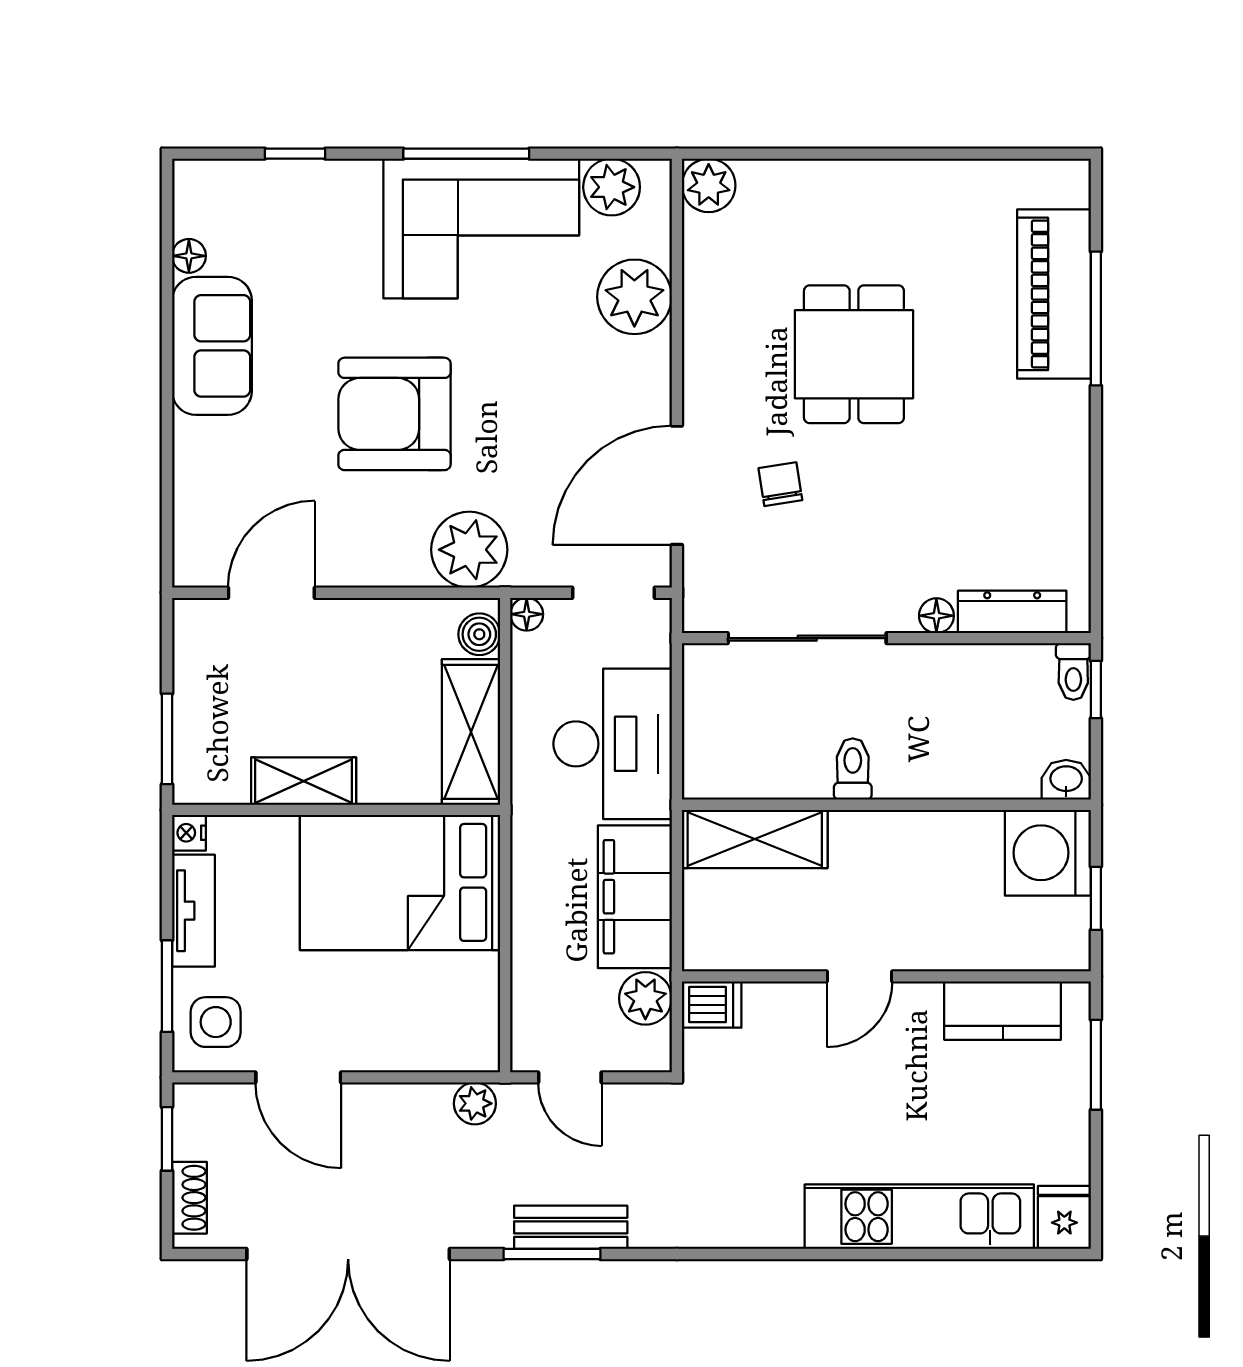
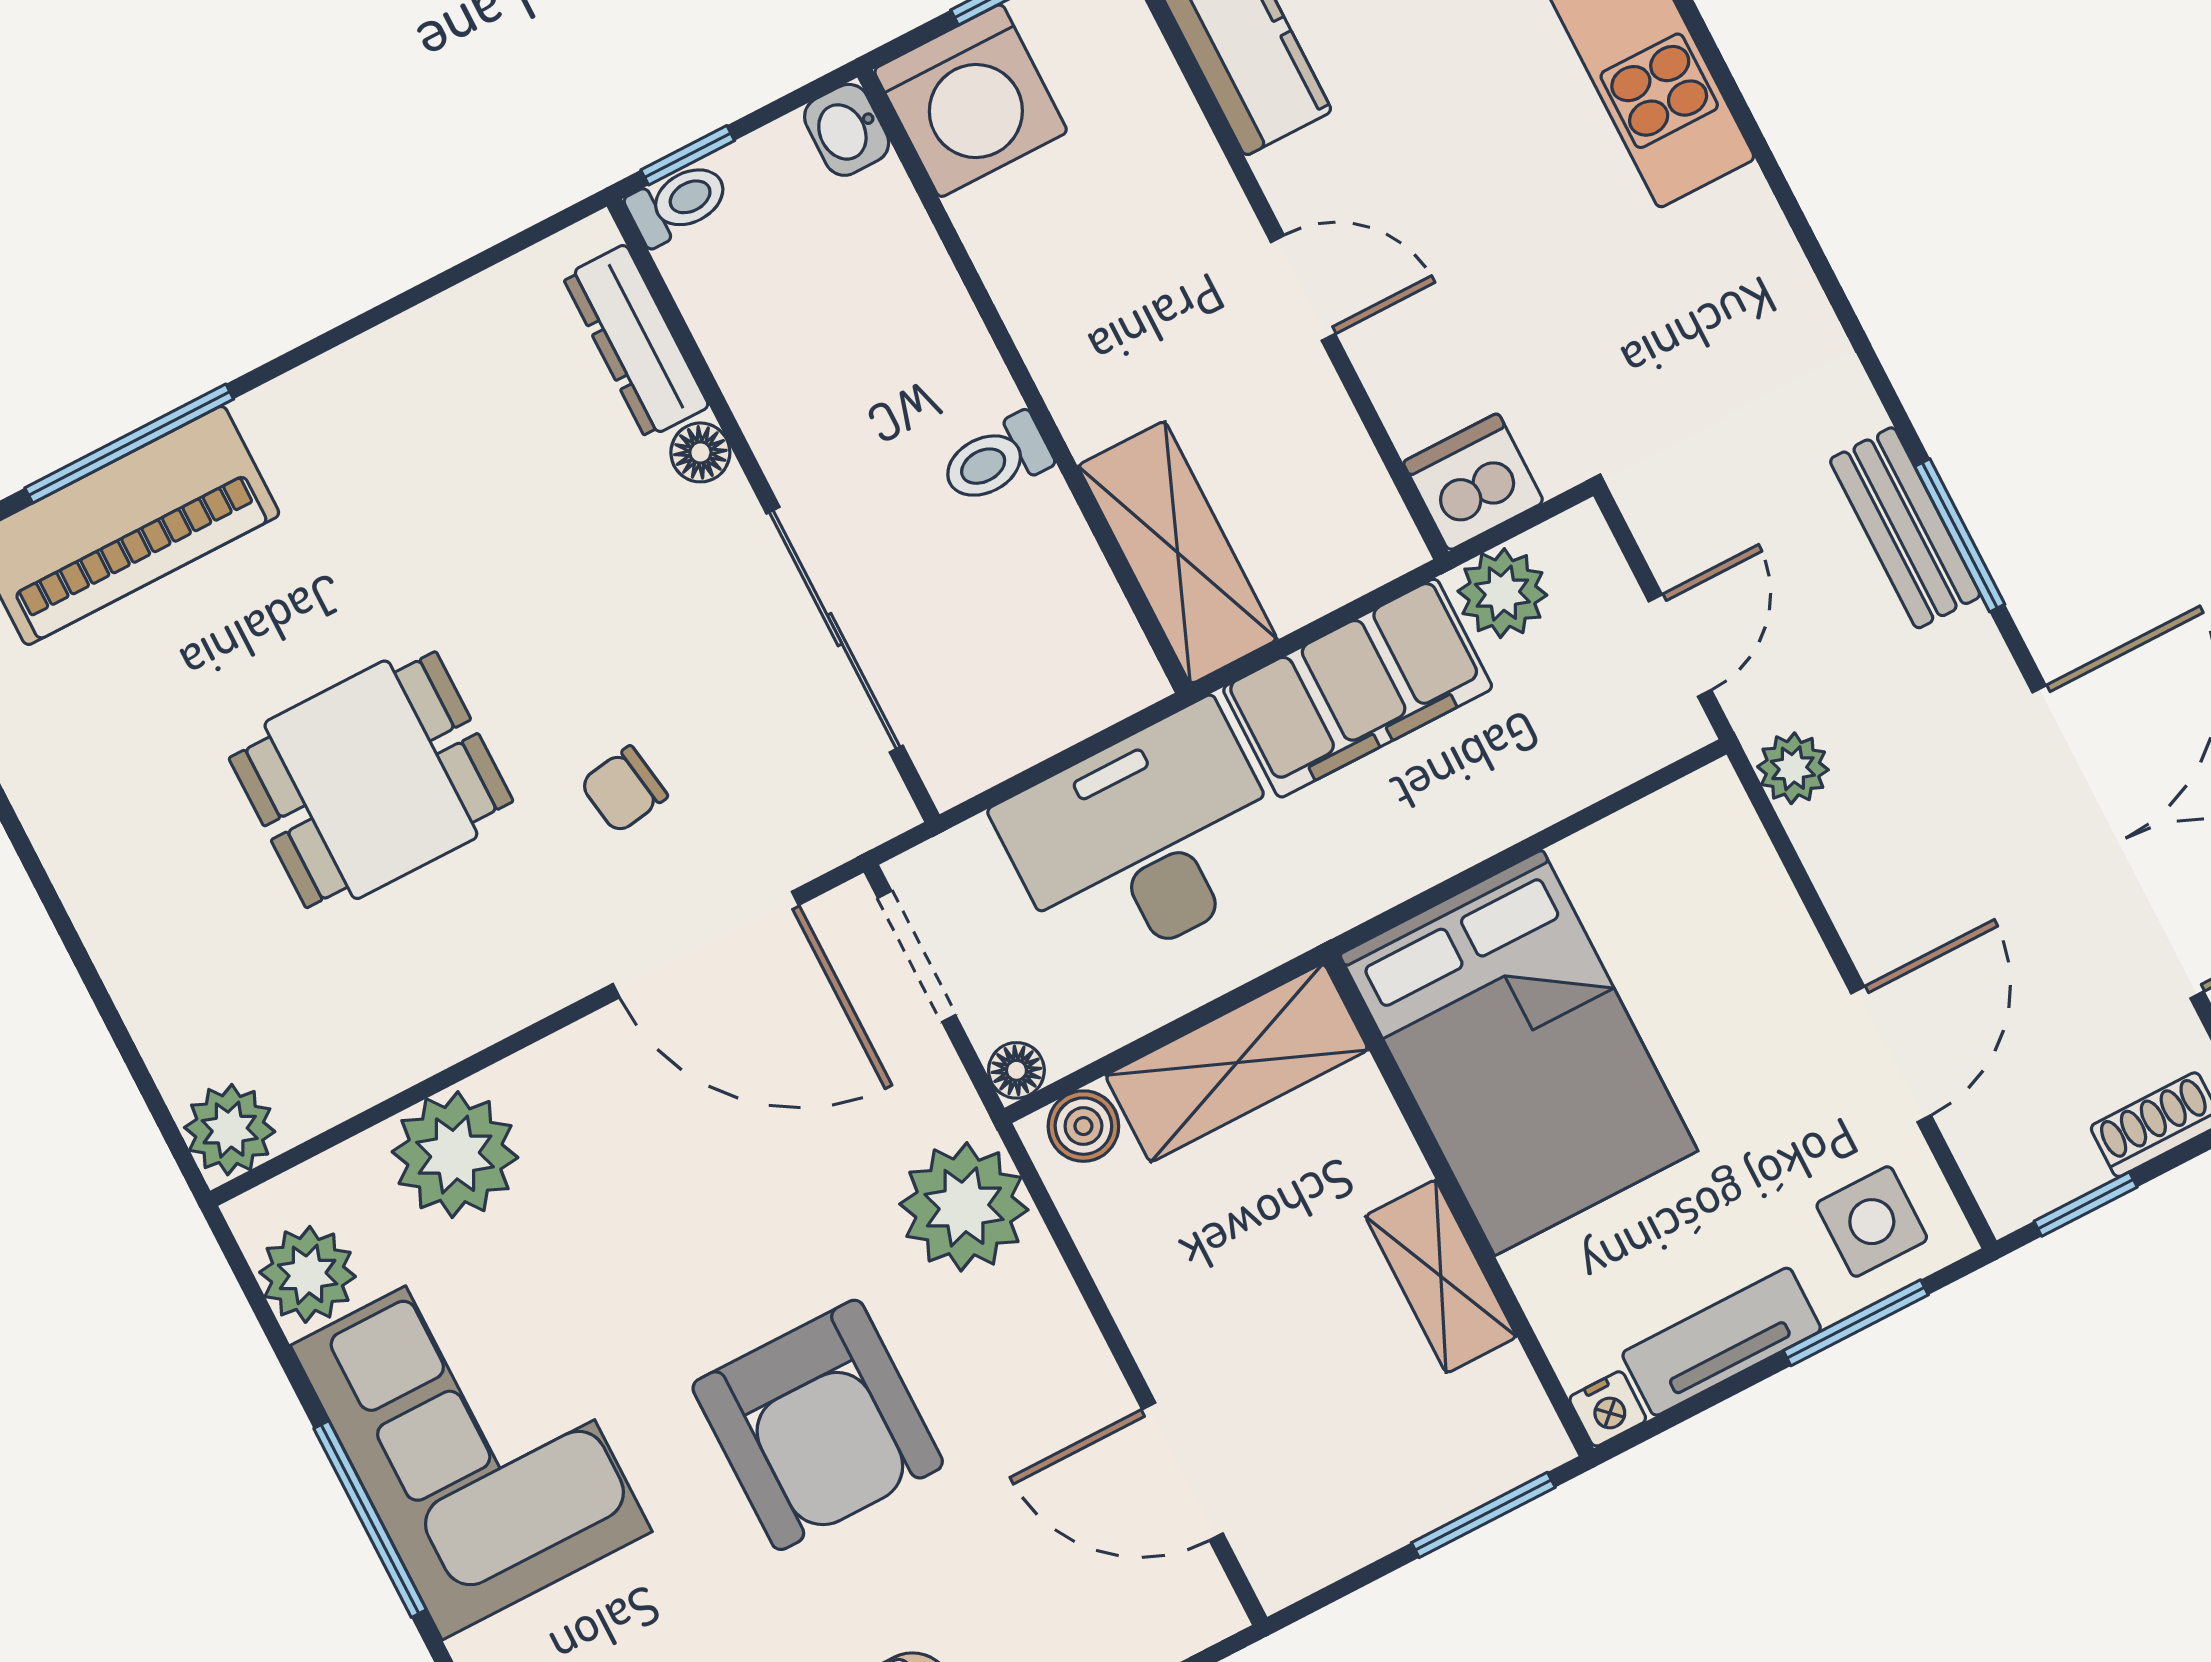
dishwasher: (712, 1005) -> (1473, 482), width x1.38

